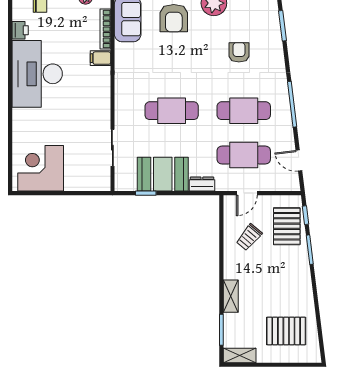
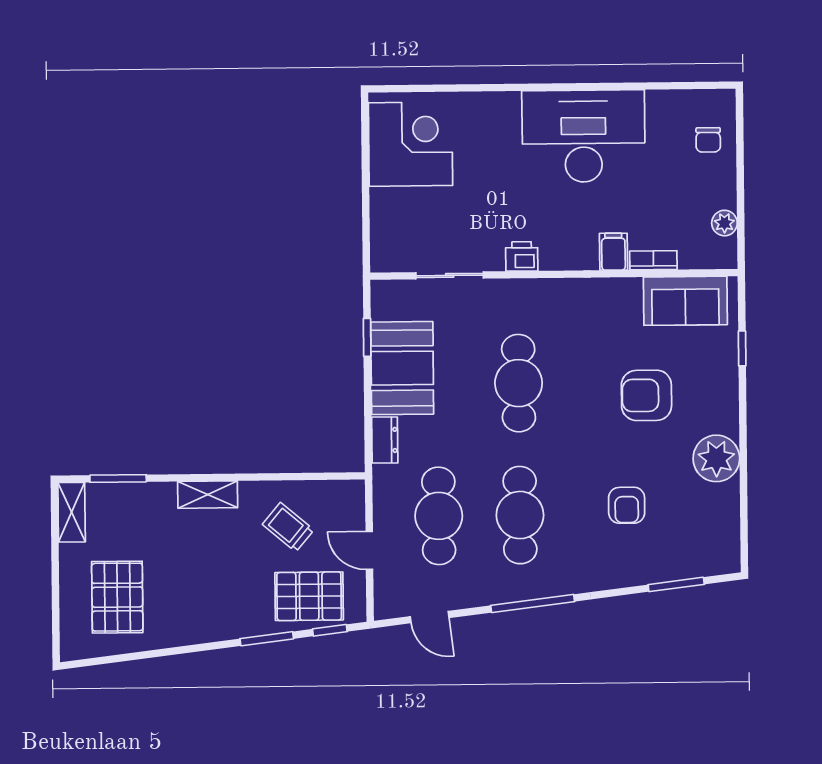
armchair: (174, 18) -> (646, 395), moved
bookcase: (105, 29) -> (653, 260), width x0.64
printer: (20, 30) -> (522, 256), moved, turned 180
armchair: (239, 52) -> (627, 505), turned 90
door: (299, 161) -> (430, 617), swing flipped
door: (247, 193) -> (369, 550), moved
shelving: (231, 296) -> (208, 495), moved

